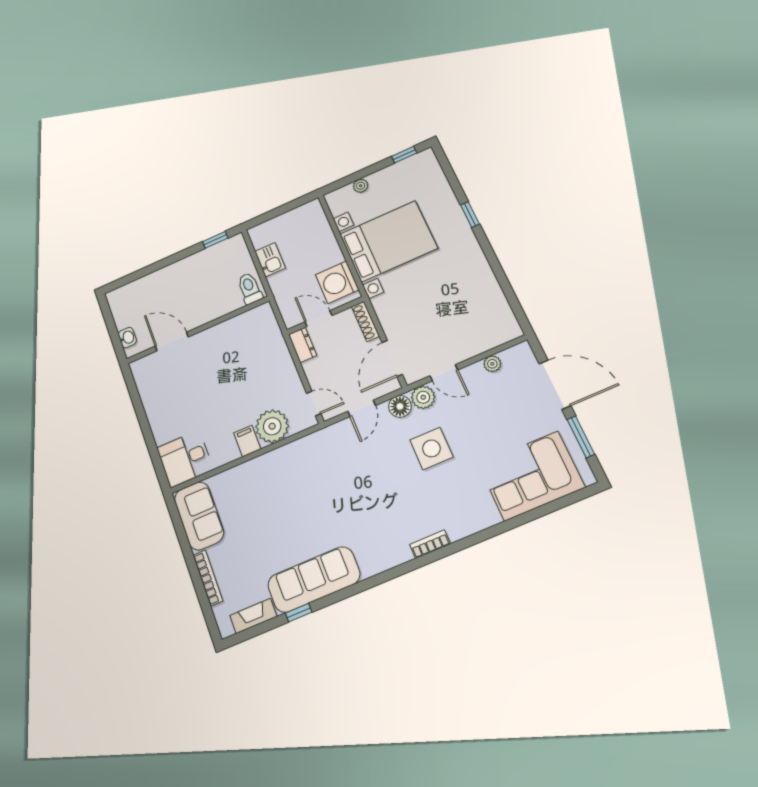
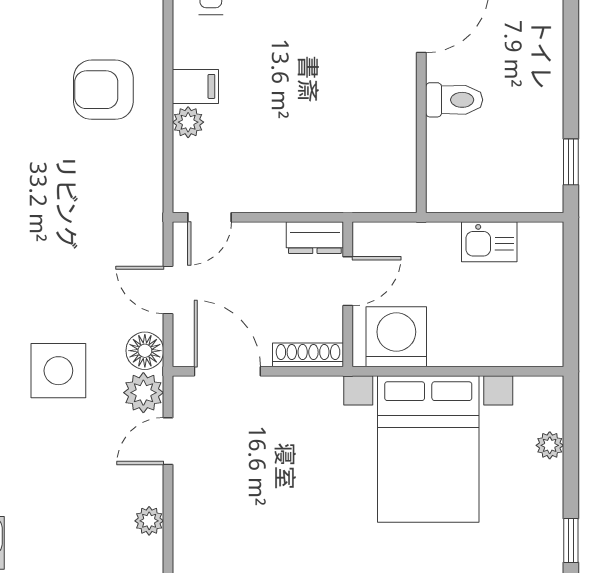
toilet: (250, 288) -> (454, 100), moved
plant: (272, 426) -> (188, 122), width x0.53, depth x0.53
armchair: (268, 490) -> (103, 90), added

